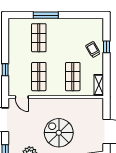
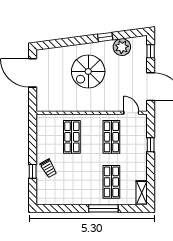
shelving: (99, 85) -> (142, 193), moved
spiral stairs: (59, 133) -> (88, 71), turned 90

